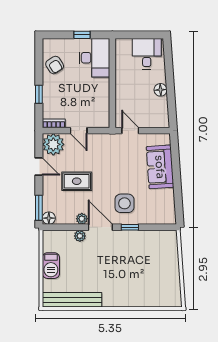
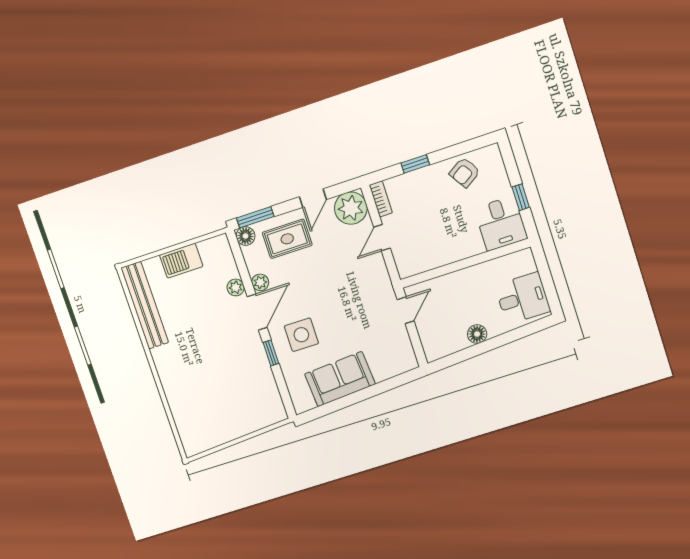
desk: (94, 58) -> (501, 223), width x0.73
sofa: (160, 167) -> (340, 379), moved
rug: (77, 181) -> (287, 239), moved, turned 90

